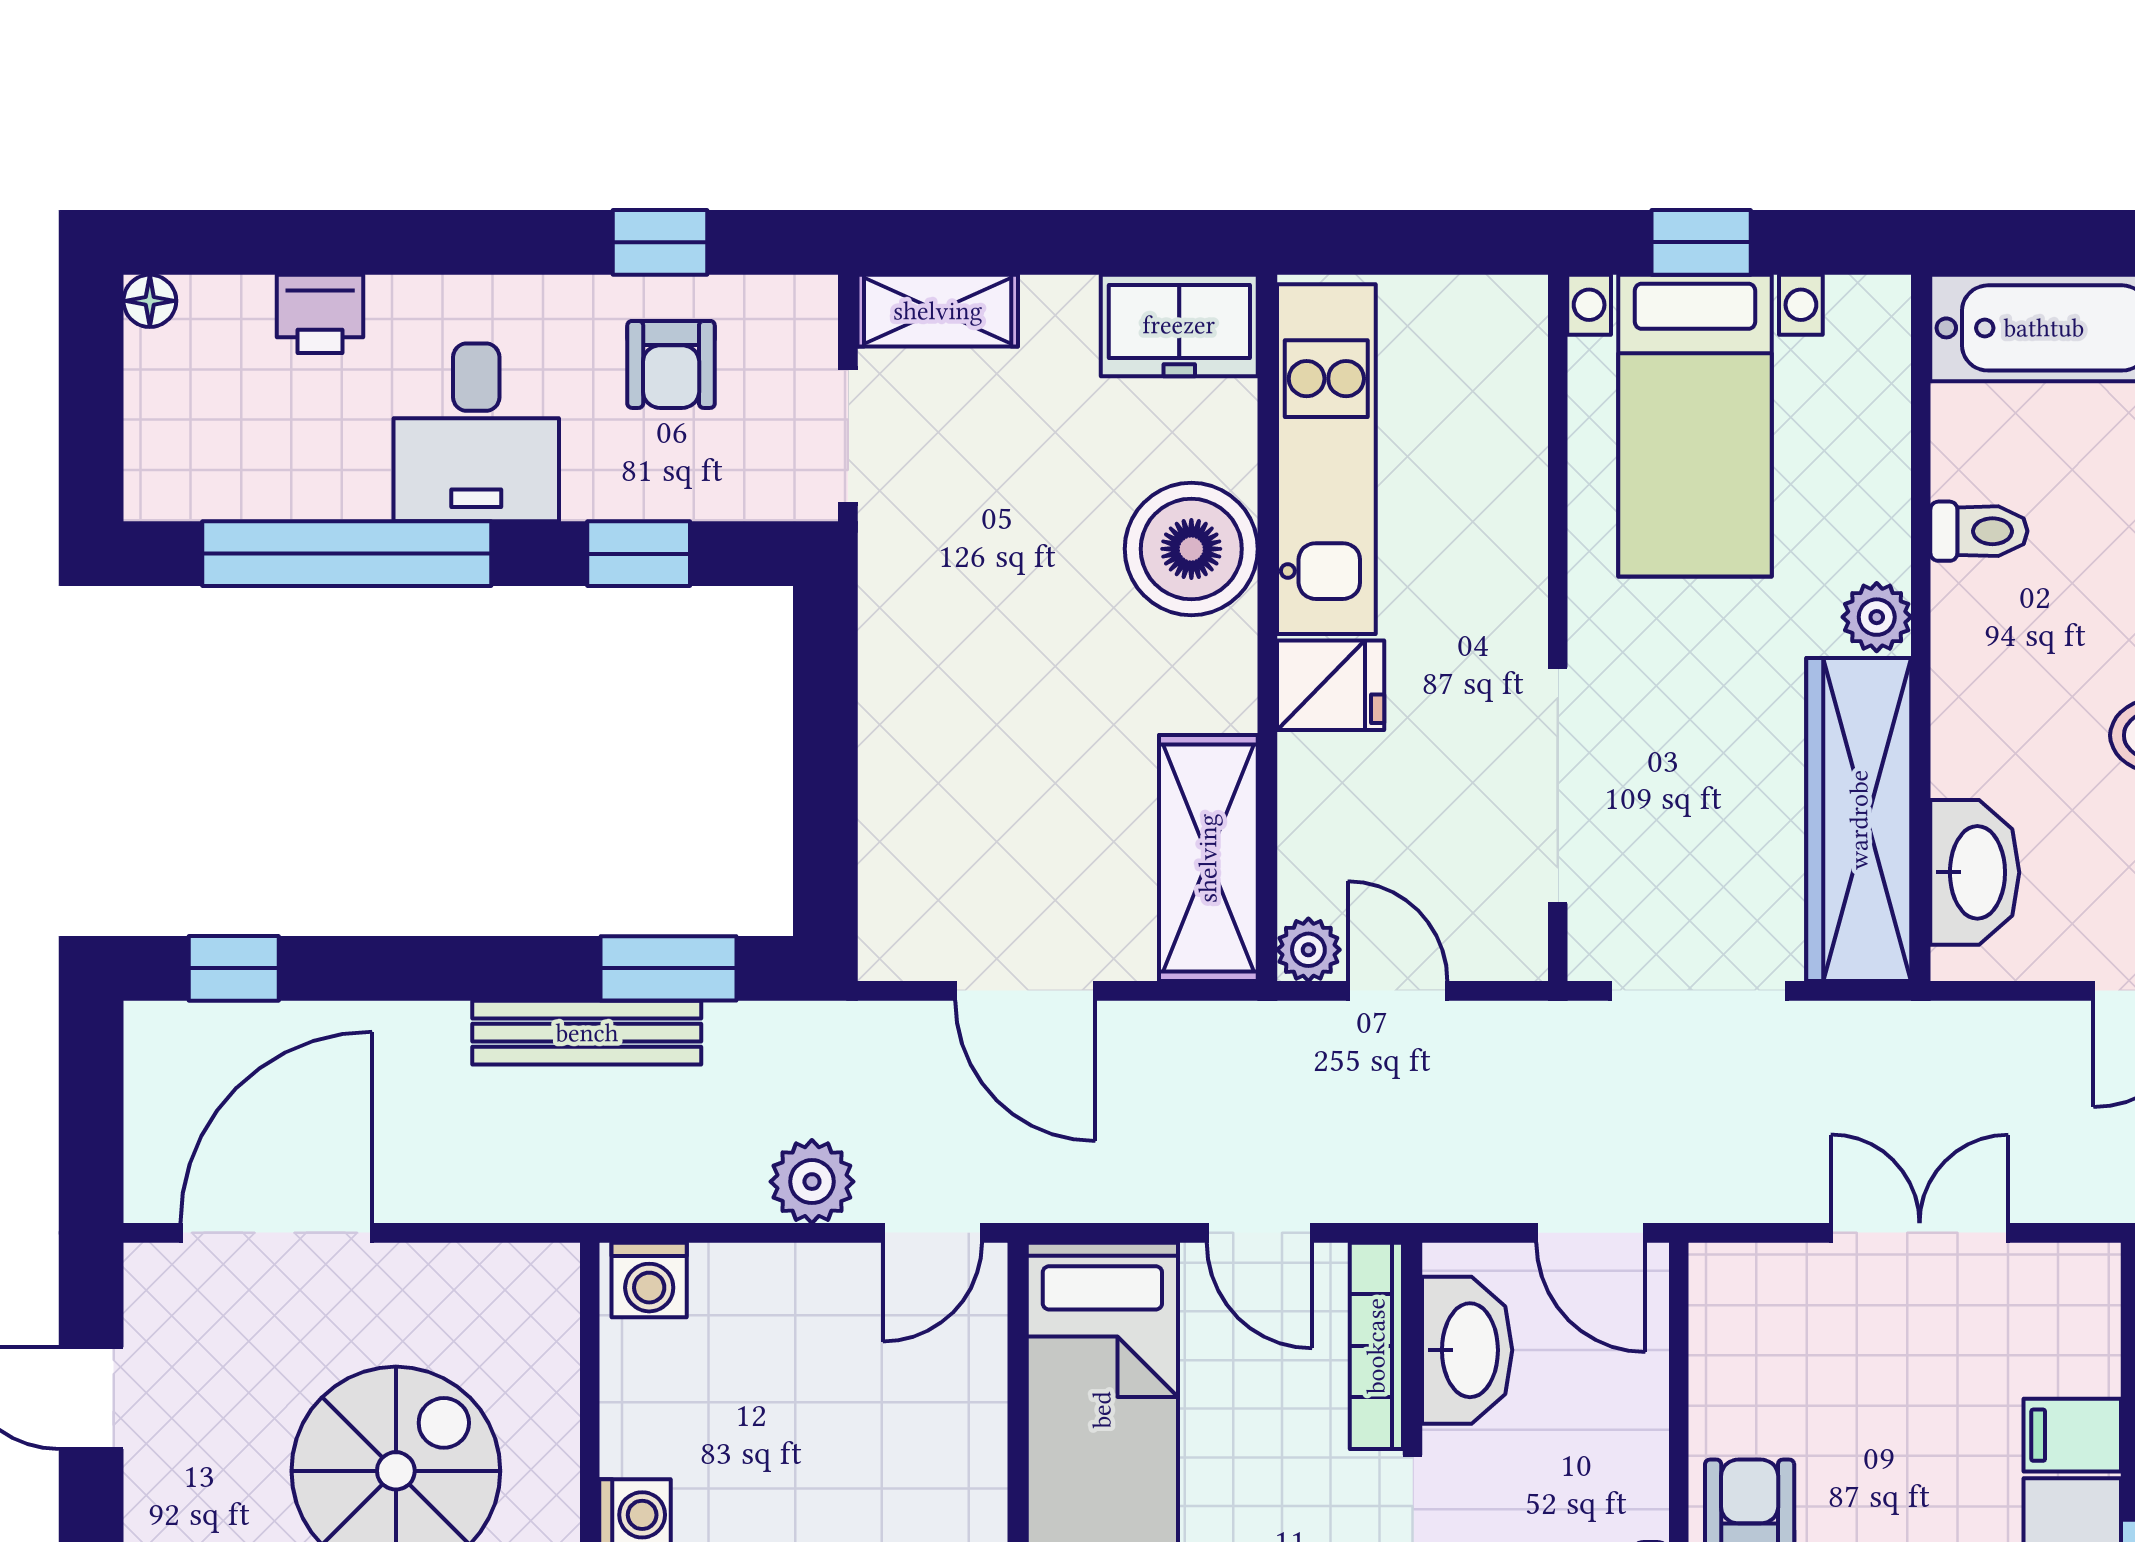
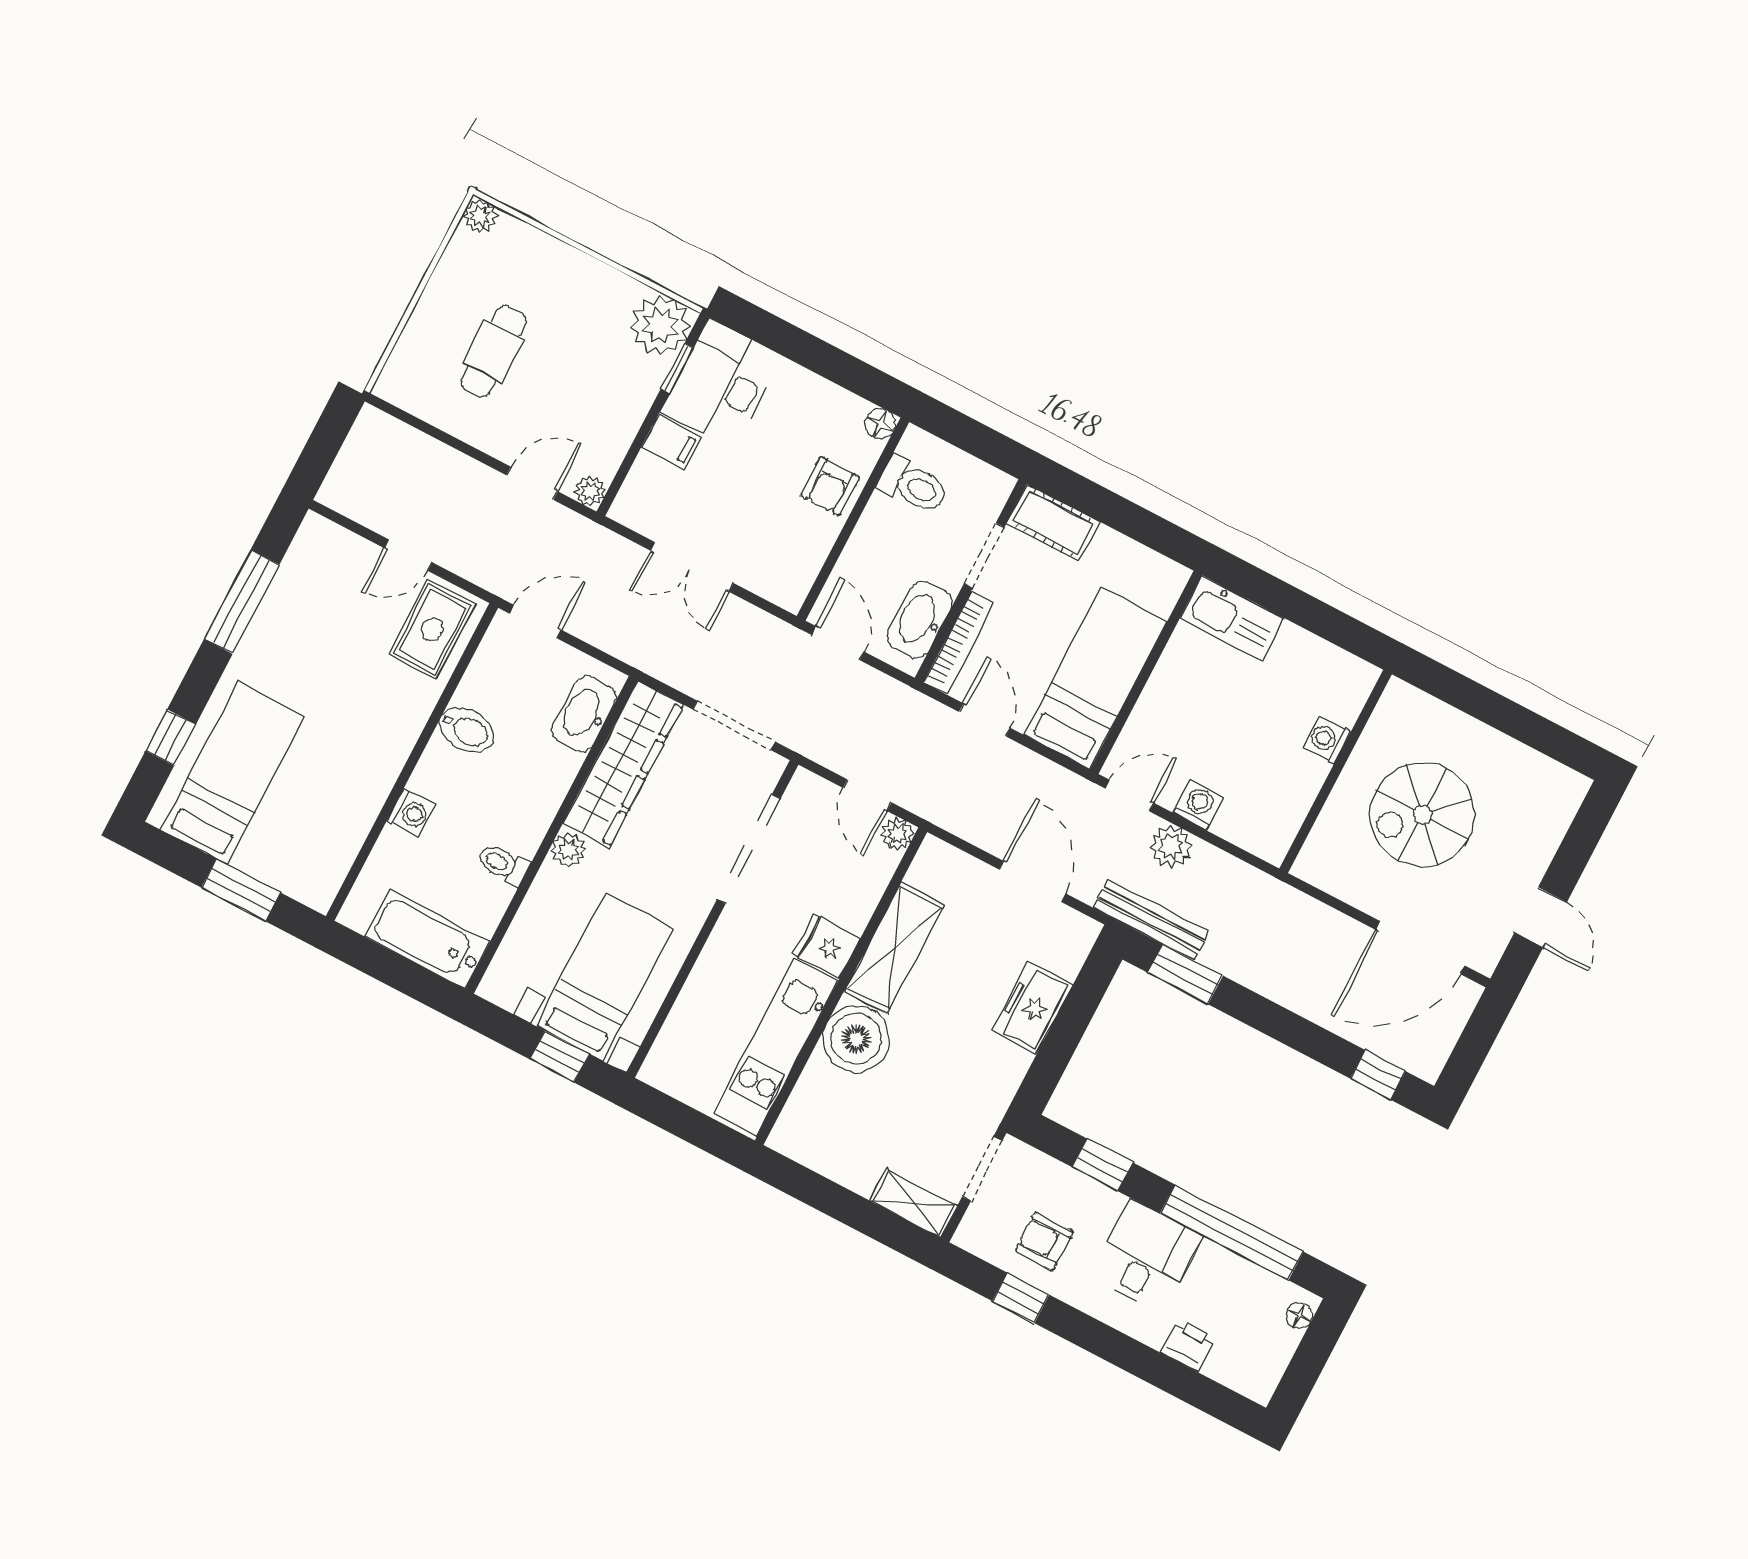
floor lamp: (150, 301) -> (1299, 1316), moved
freezer: (1179, 325) -> (1032, 1007), moved, turned -90
armchair: (671, 364) -> (1044, 1241), turned -90
shelving: (1208, 858) -> (894, 948), moved
bench: (587, 1033) -> (1151, 920), moved
washing machine: (649, 1280) -> (1198, 805), moved

